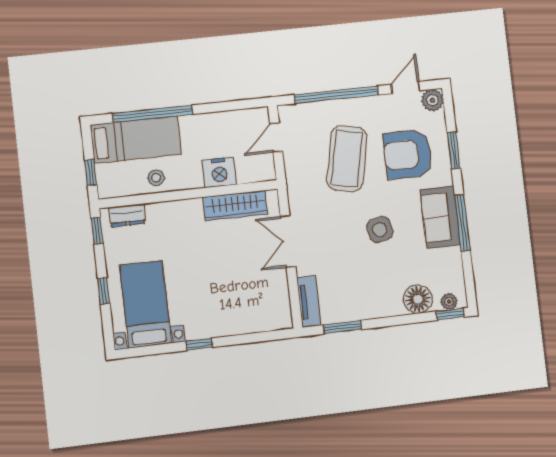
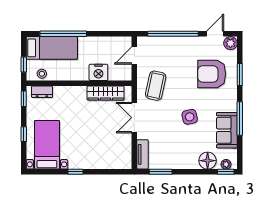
coffee table: (347, 159) -> (156, 86), moved, width x0.73, depth x0.76
stool: (156, 178) -> (42, 74), moved
sofa: (440, 217) -> (227, 130), moved

